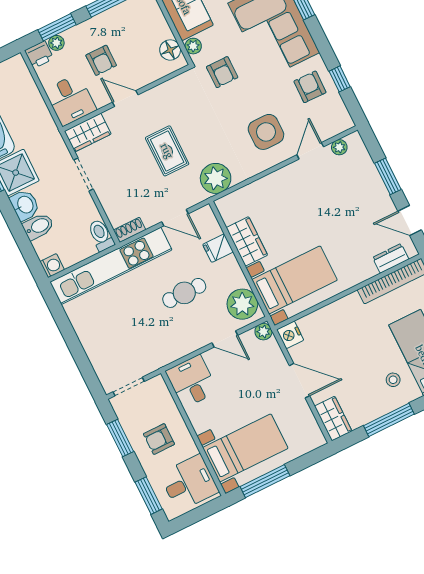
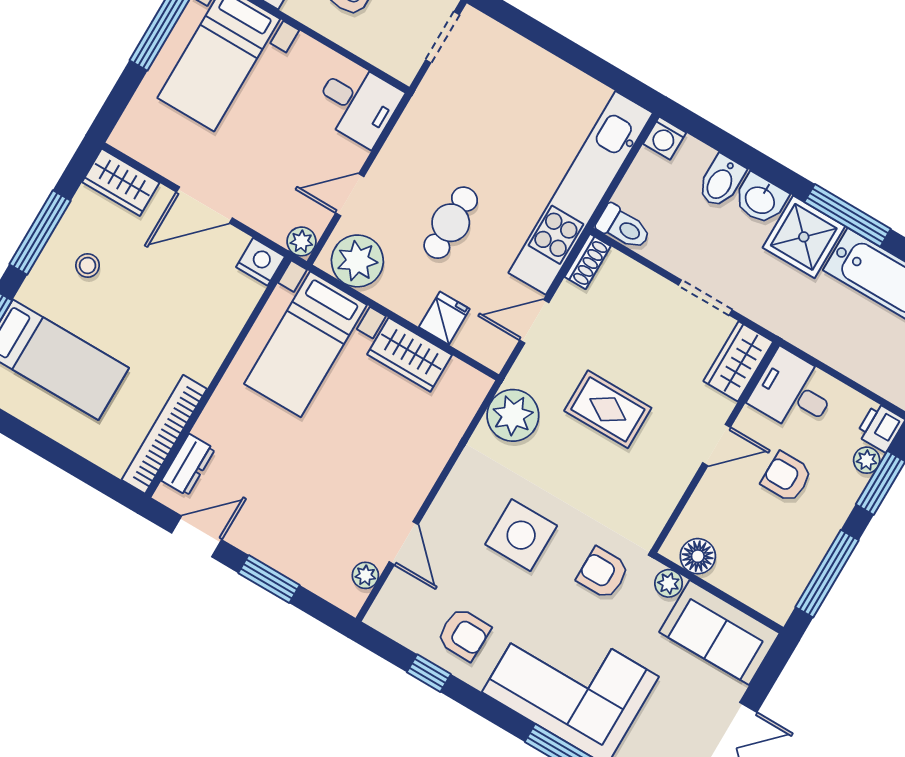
side table: (266, 132) -> (521, 535), moved
stool: (393, 380) -> (88, 265), moved

